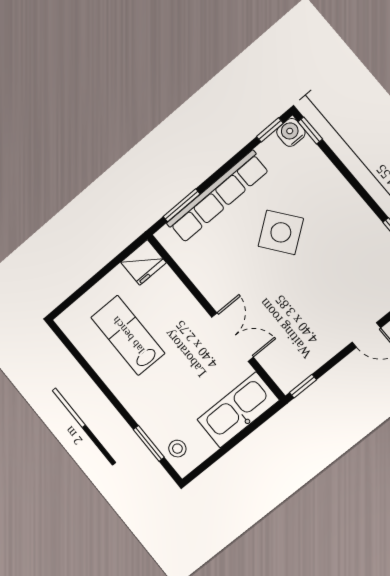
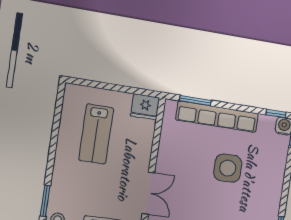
side table: (281, 232) -> (228, 168), turned 37
lab bench: (128, 335) -> (96, 134), turned 180

